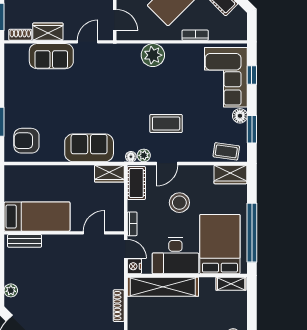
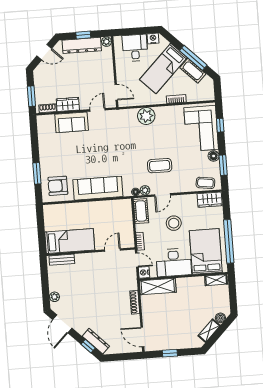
sofa: (89, 148) -> (98, 188), width x1.36
wardrobe: (109, 174) -> (121, 206), removed
shelving: (163, 287) -> (158, 287), width x0.68

